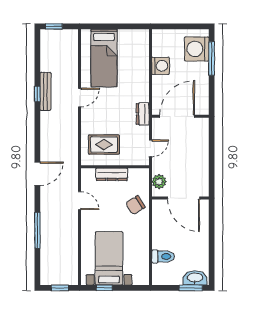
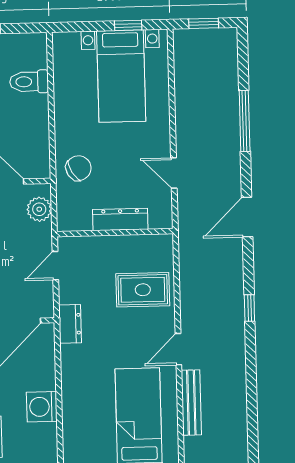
bench: (45, 91) -> (191, 403), moved
window: (37, 94) -> (249, 308), moved
rug: (104, 145) -> (143, 290), moved

